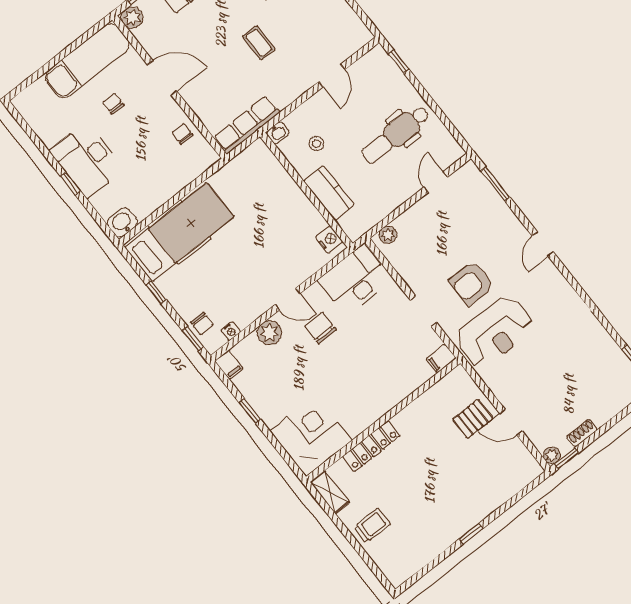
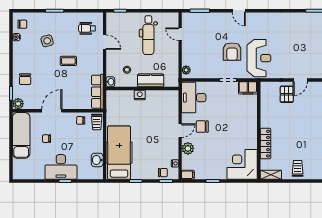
wheelchair: (332, 32) -> (87, 28), added
trolley: (199, 160) -> (97, 122), added
washbasin: (122, 223) -> (97, 160), moved
nightstand: (329, 240) -> (140, 95), moved
filing cabinet: (441, 359) -> (248, 88), width x2.00

